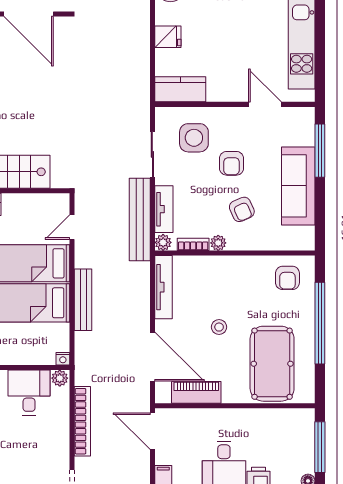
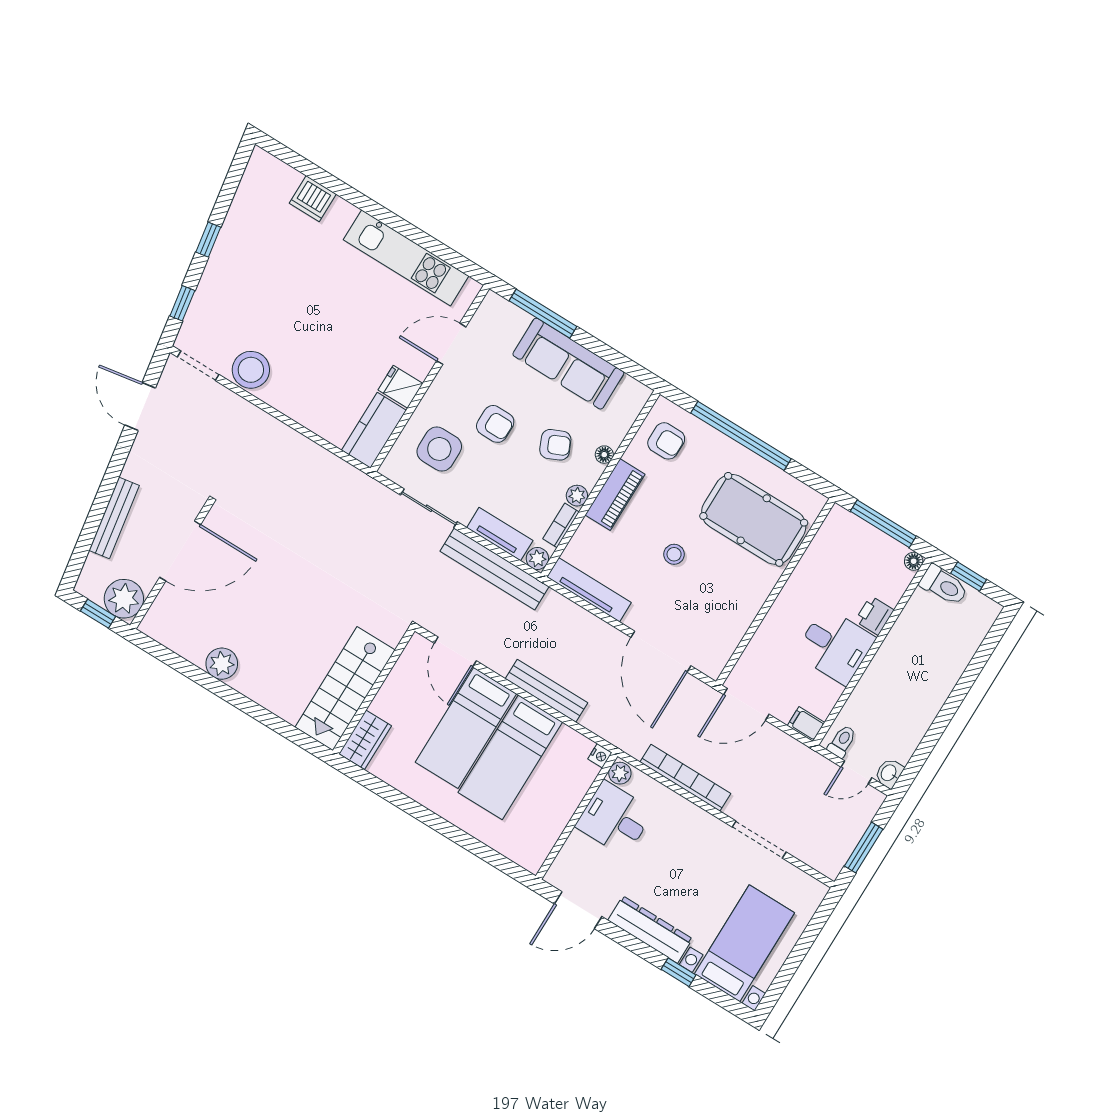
fridge: (168, 37) -> (400, 387), moved, turned -90
door: (72, 227) -> (455, 652), width x1.38
floor lamp: (255, 244) -> (604, 455), added
door: (152, 357) -> (661, 652), swing flipped
piano: (196, 392) -> (615, 495), moved, turned 180

